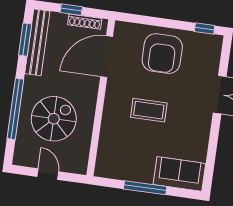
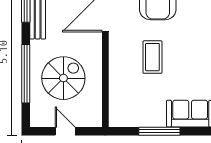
coffee table: (149, 110) -> (152, 57), turned 90

